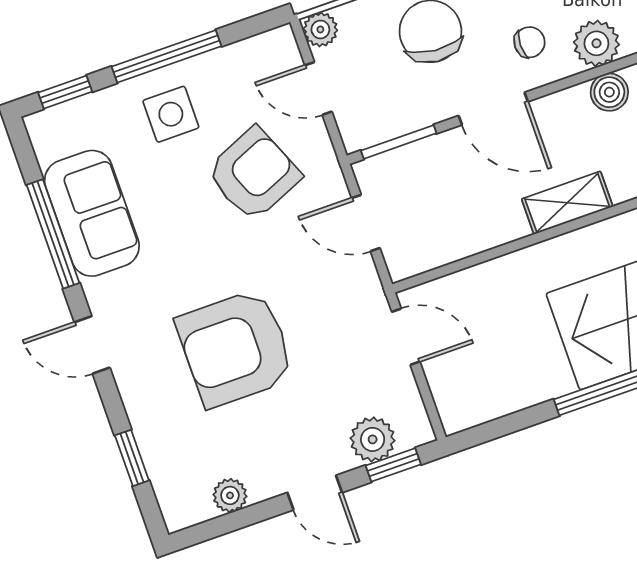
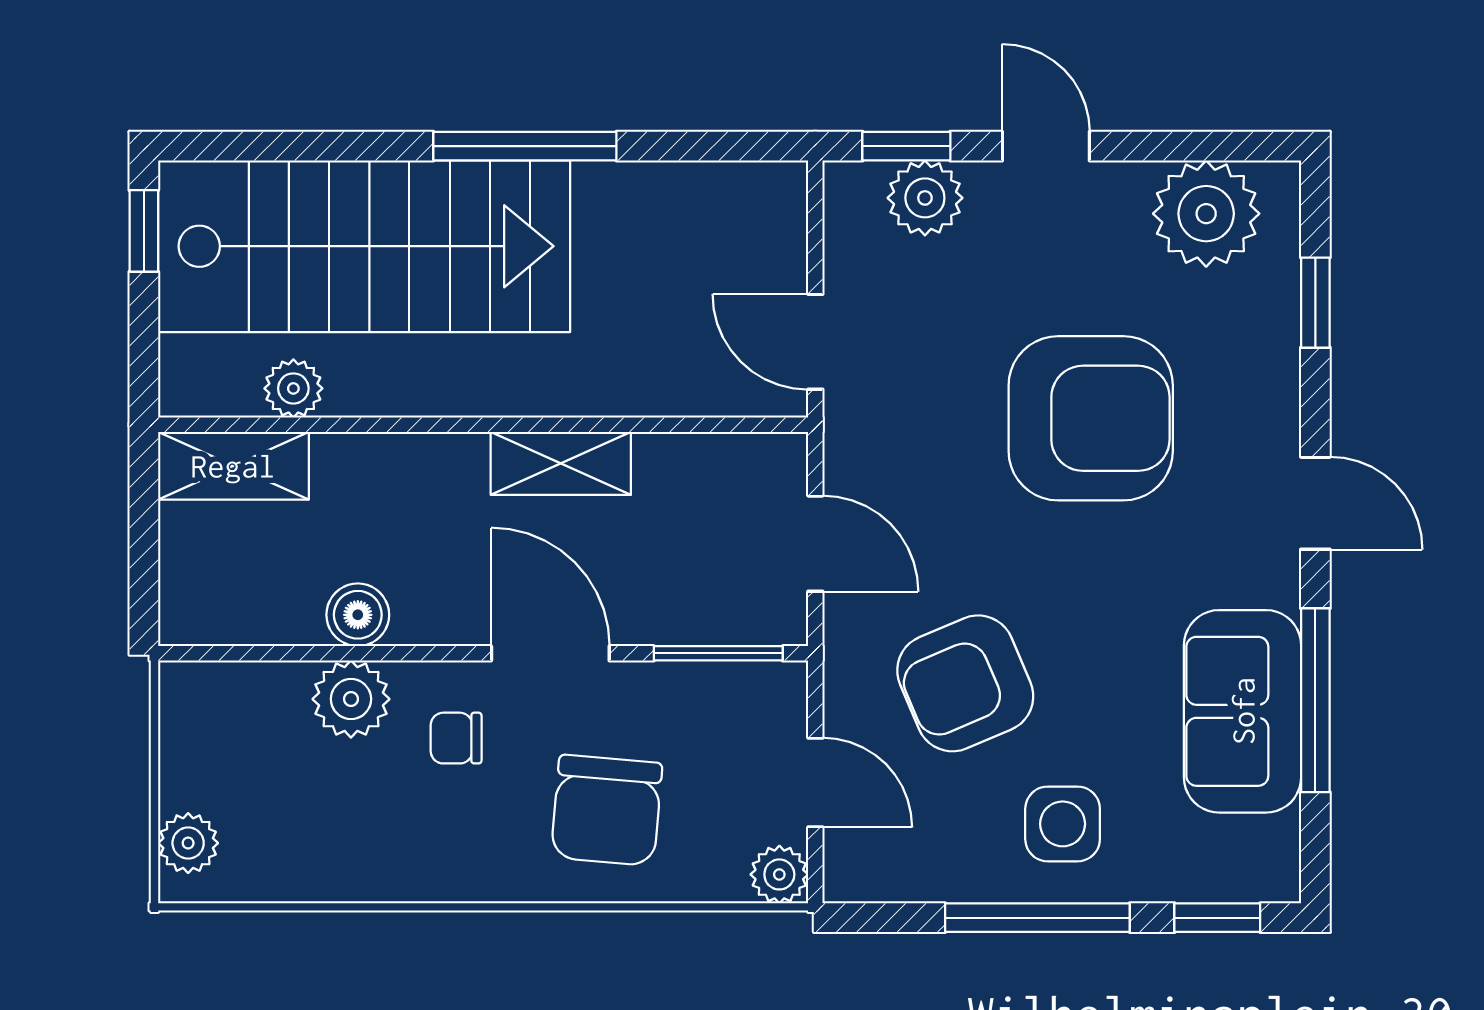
shelving: (567, 203) -> (561, 463), moved
plant: (230, 495) -> (1206, 214), width x1.87, depth x1.87

